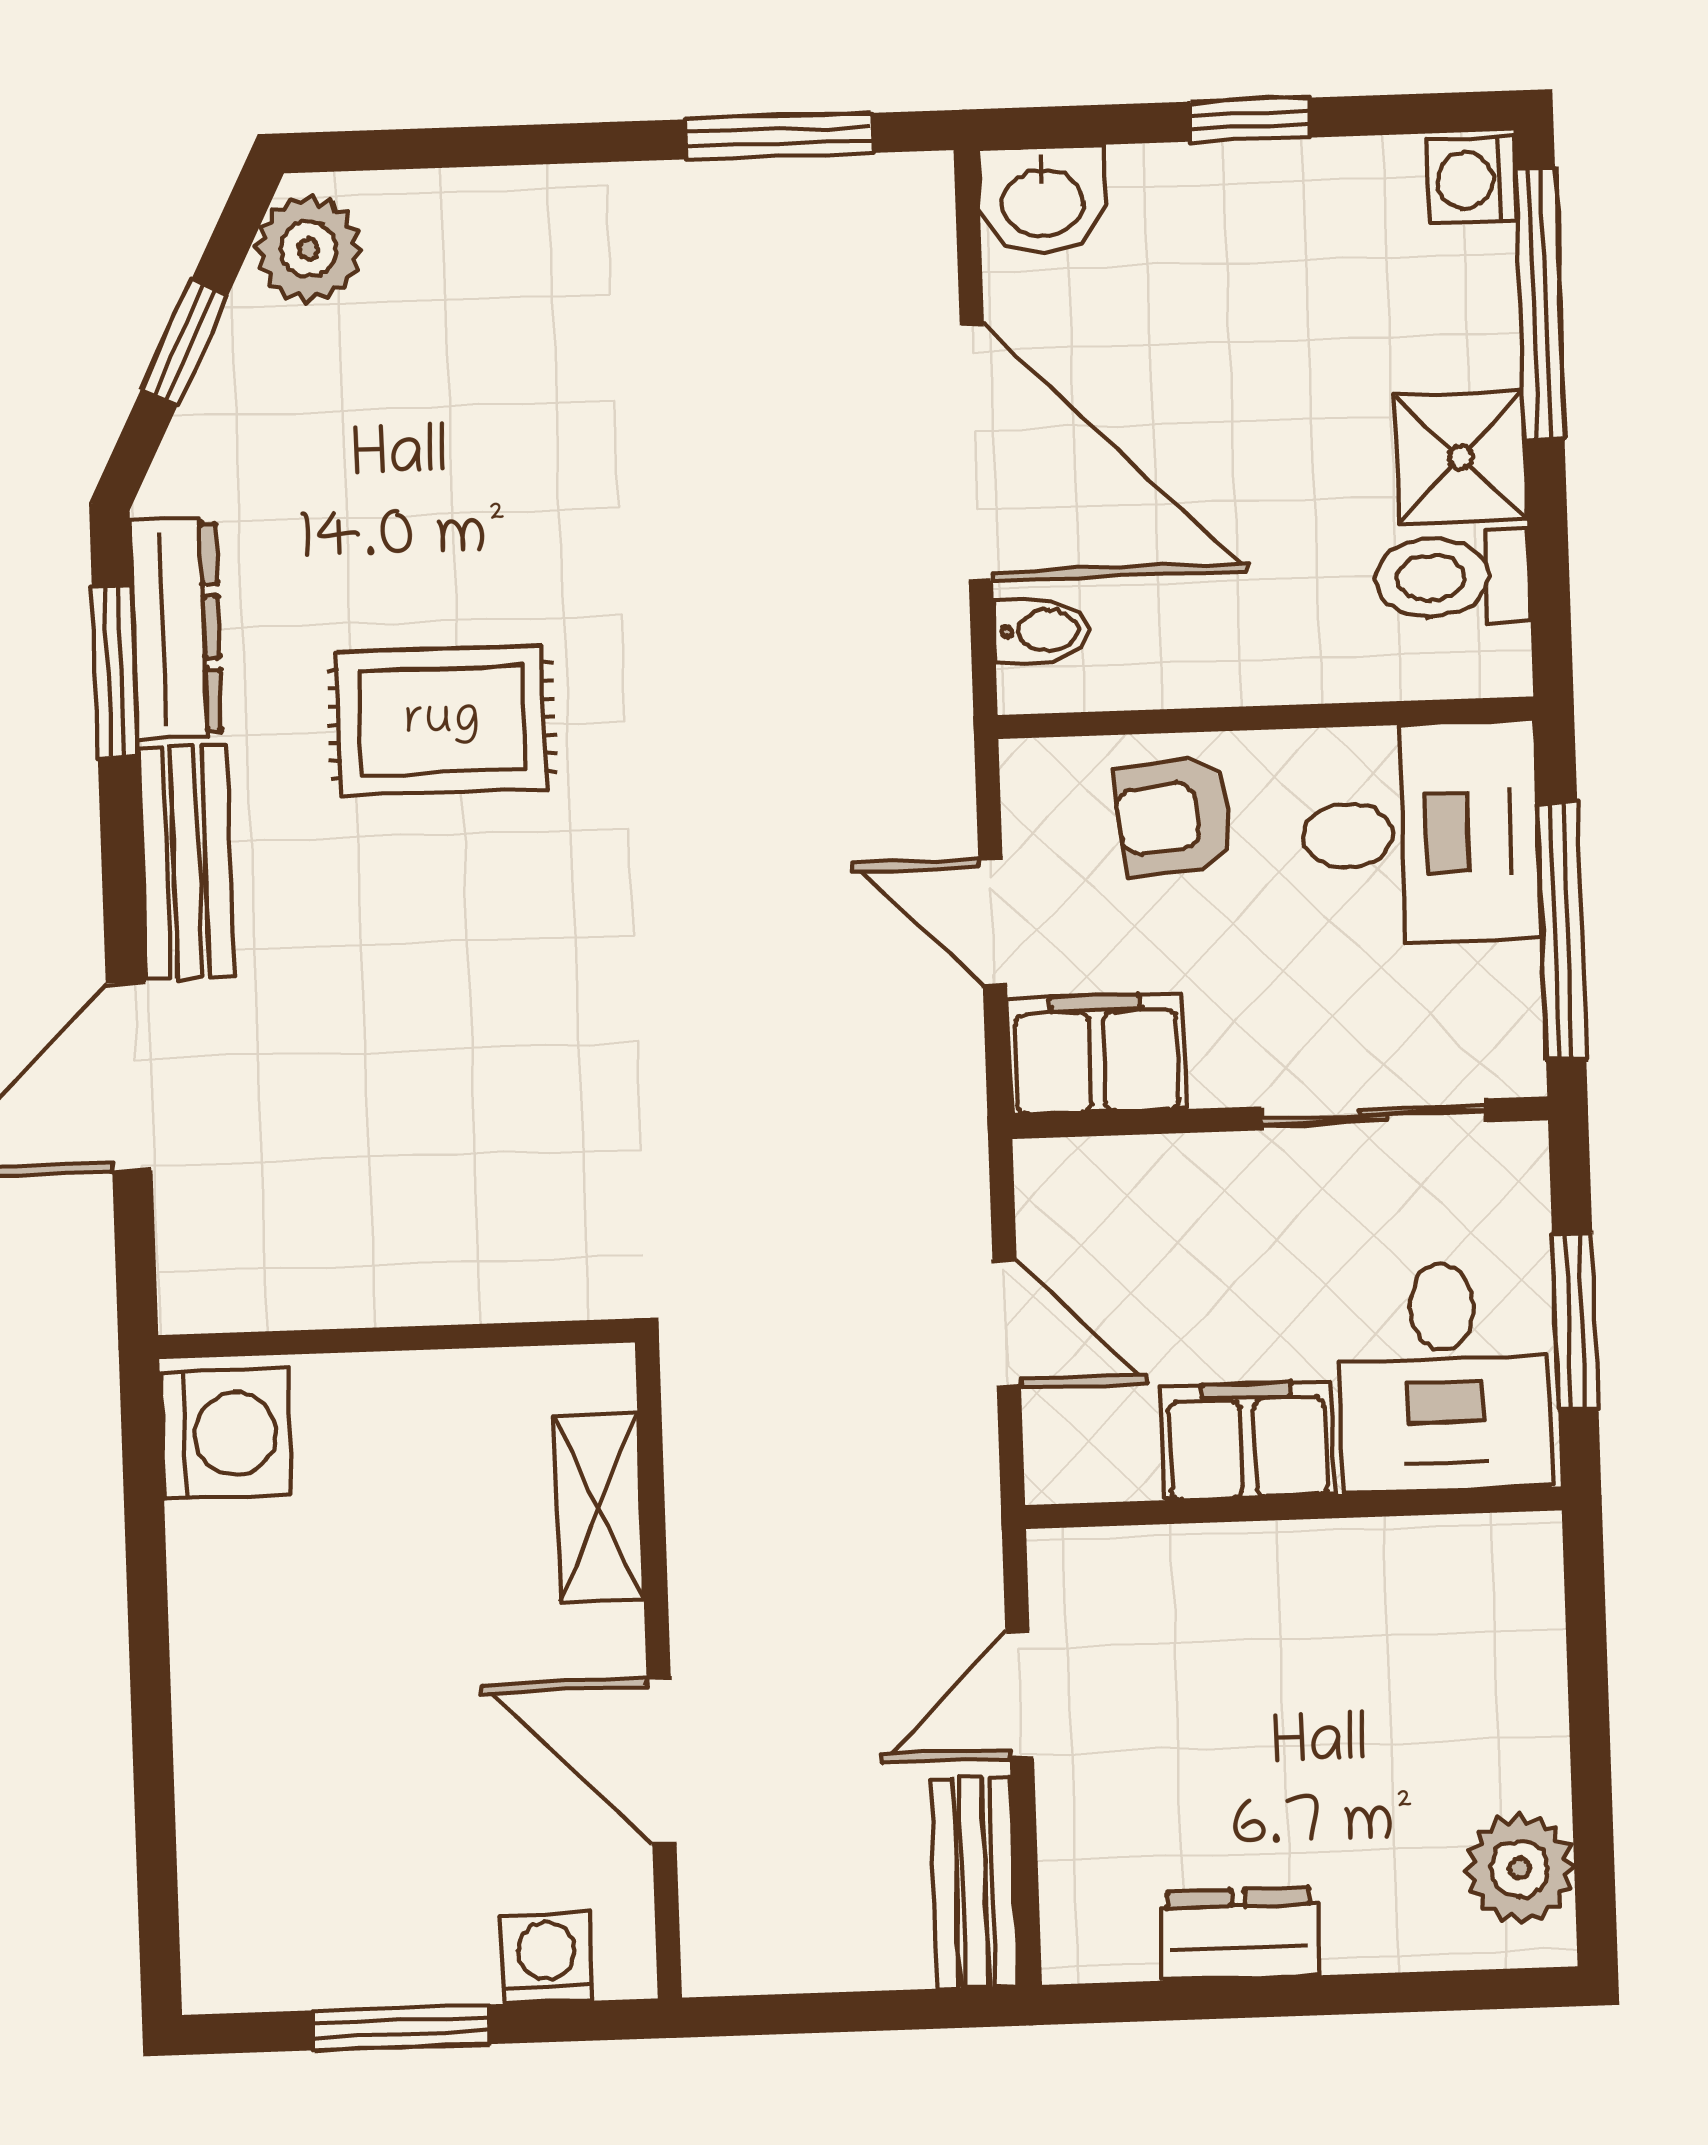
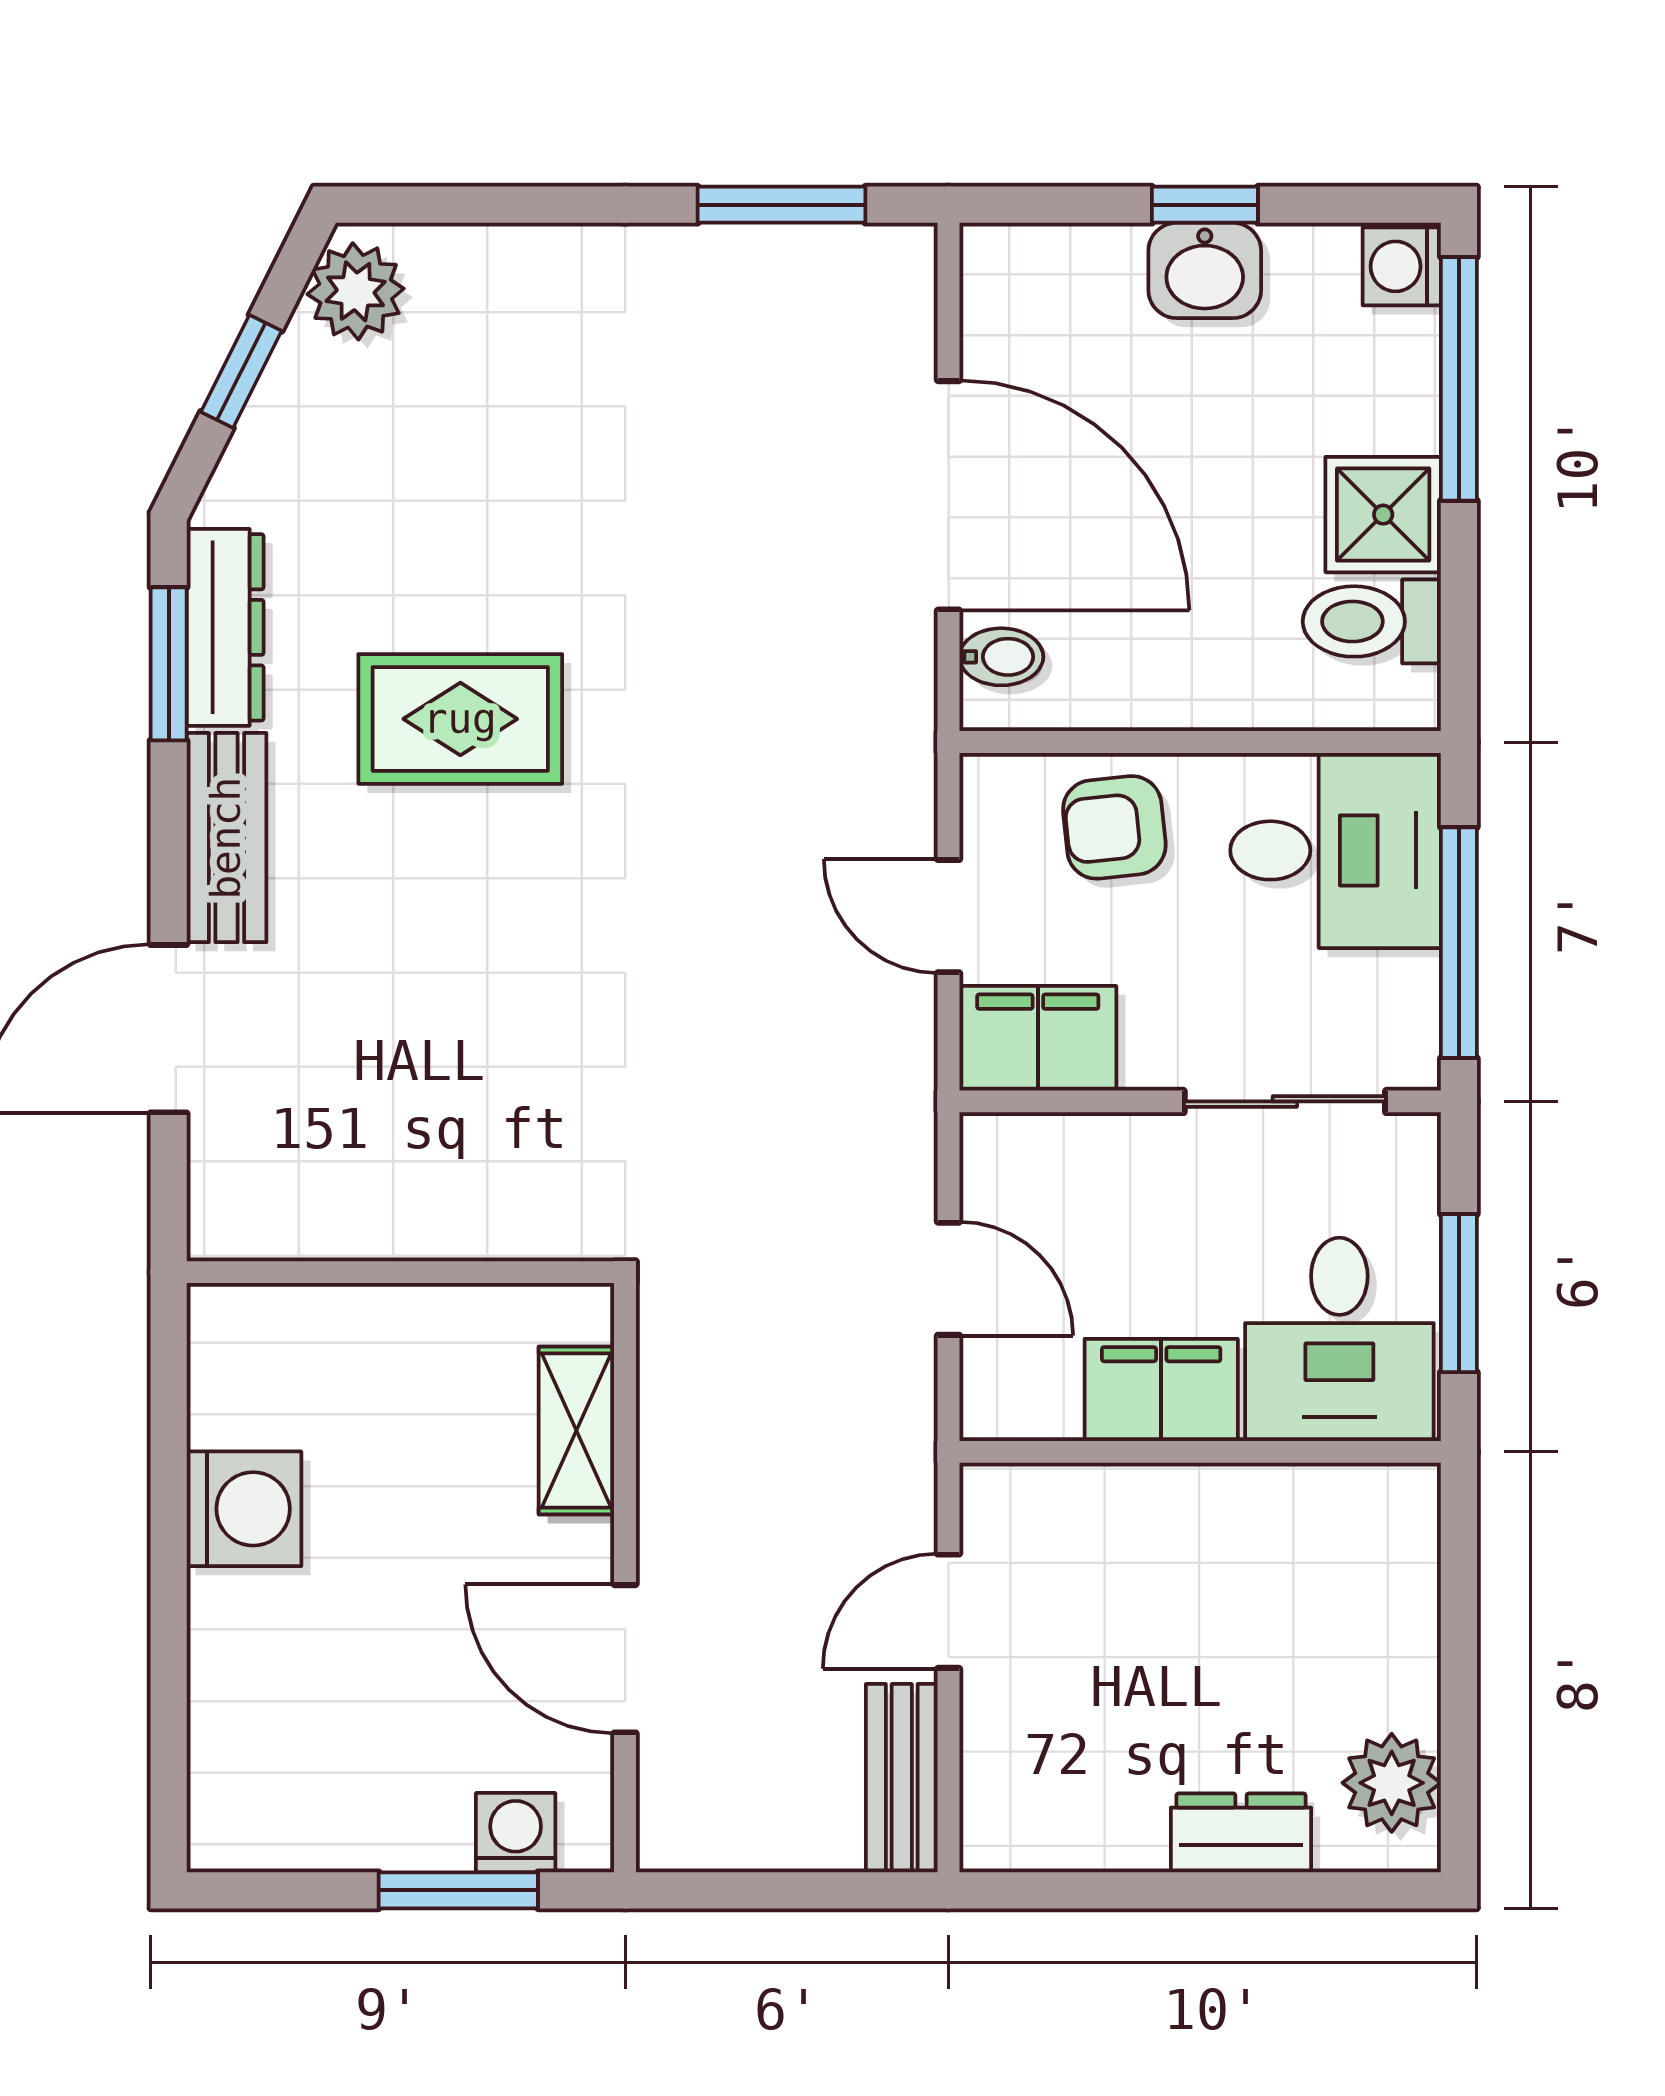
washbasin: (1042, 200) -> (1205, 270), moved
washing machine: (226, 1434) -> (244, 1509), moved
dresser: (1239, 1934) -> (1241, 1833), moved
window: (401, 2027) -> (458, 1890), moved

